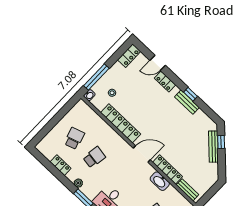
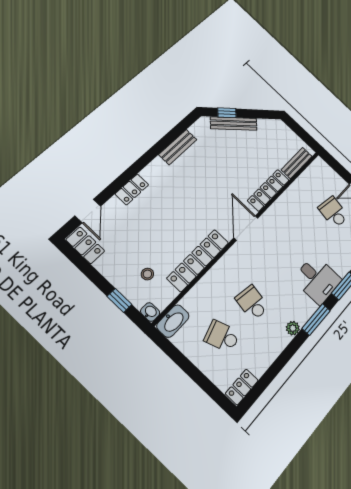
door: (158, 63) -> (88, 211), moved
window: (96, 77) -> (119, 300), width x0.46
window: (190, 94) -> (154, 152), removed
bench: (187, 102) -> (178, 147), moved
locker: (61, 165) -> (242, 387), moved
washbasin: (160, 181) -> (173, 321), moved

